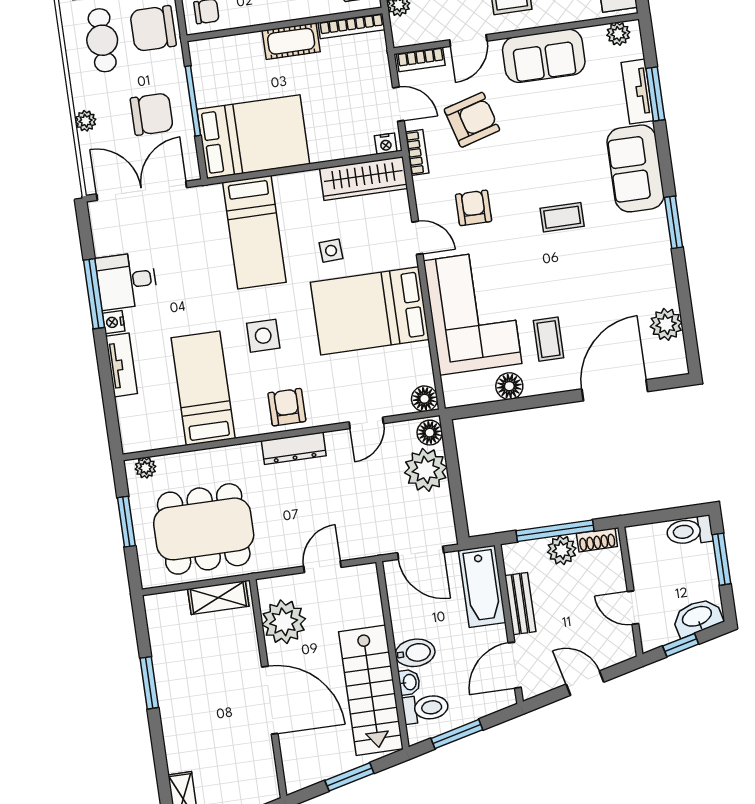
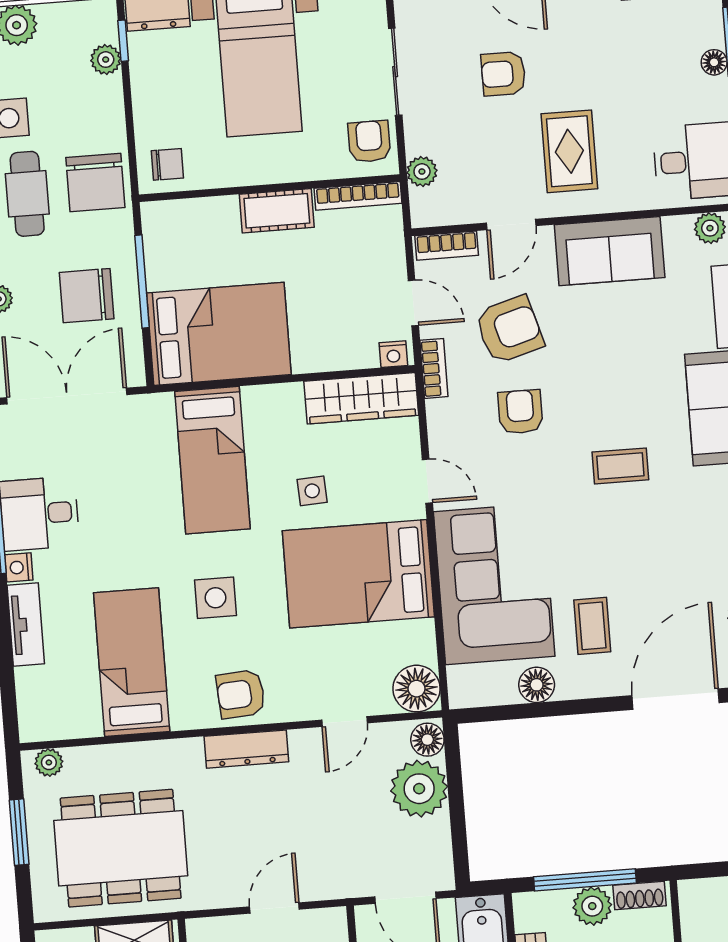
chair: (153, 29) -> (95, 183), turned -90
chair: (152, 114) -> (87, 296), turned 180
armchair: (474, 208) -> (520, 412), moved
floor lamp: (424, 399) -> (417, 689), width x1.38, depth x1.38
armchair: (287, 407) -> (241, 694), turned -94

